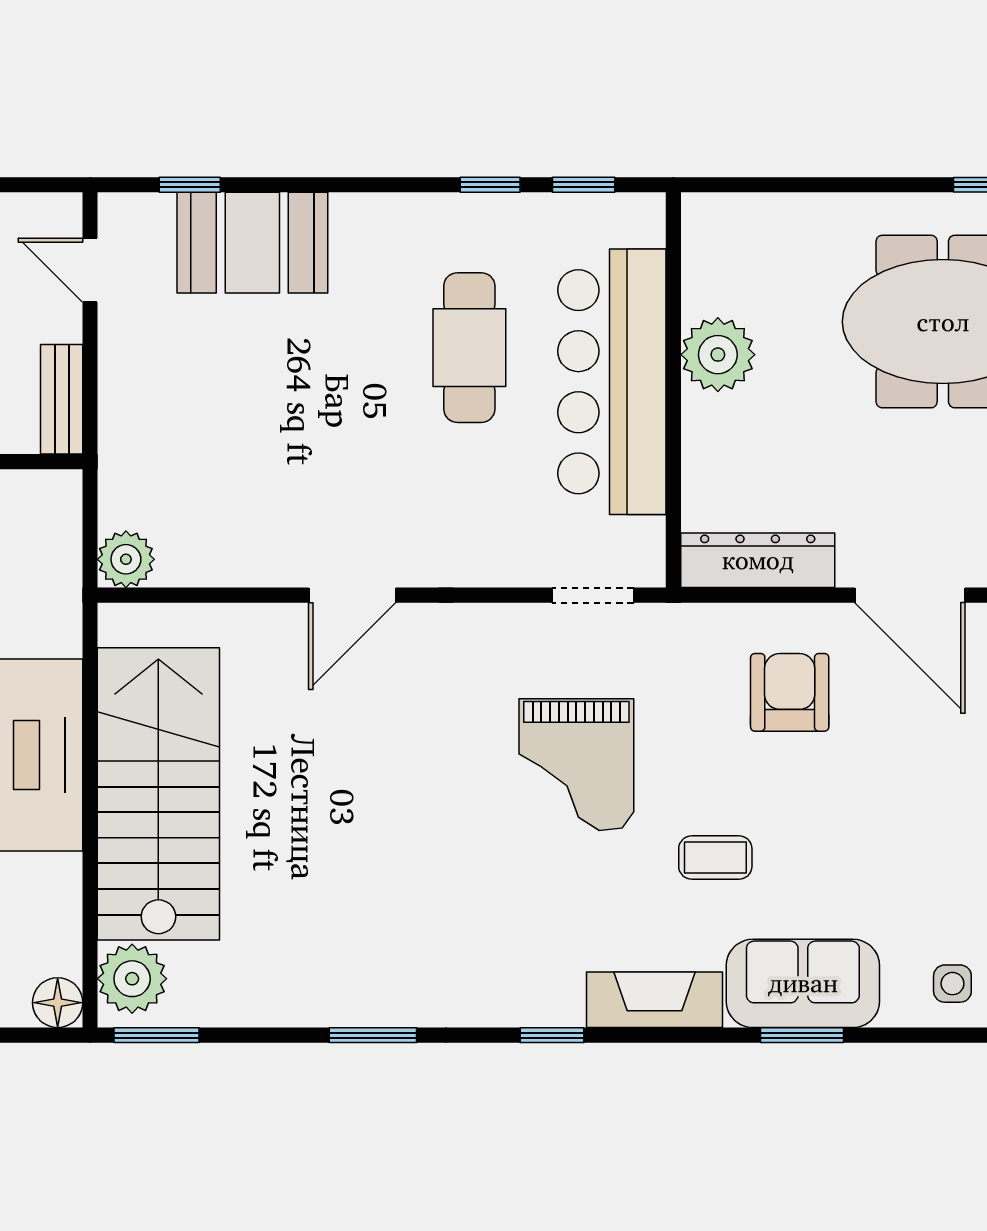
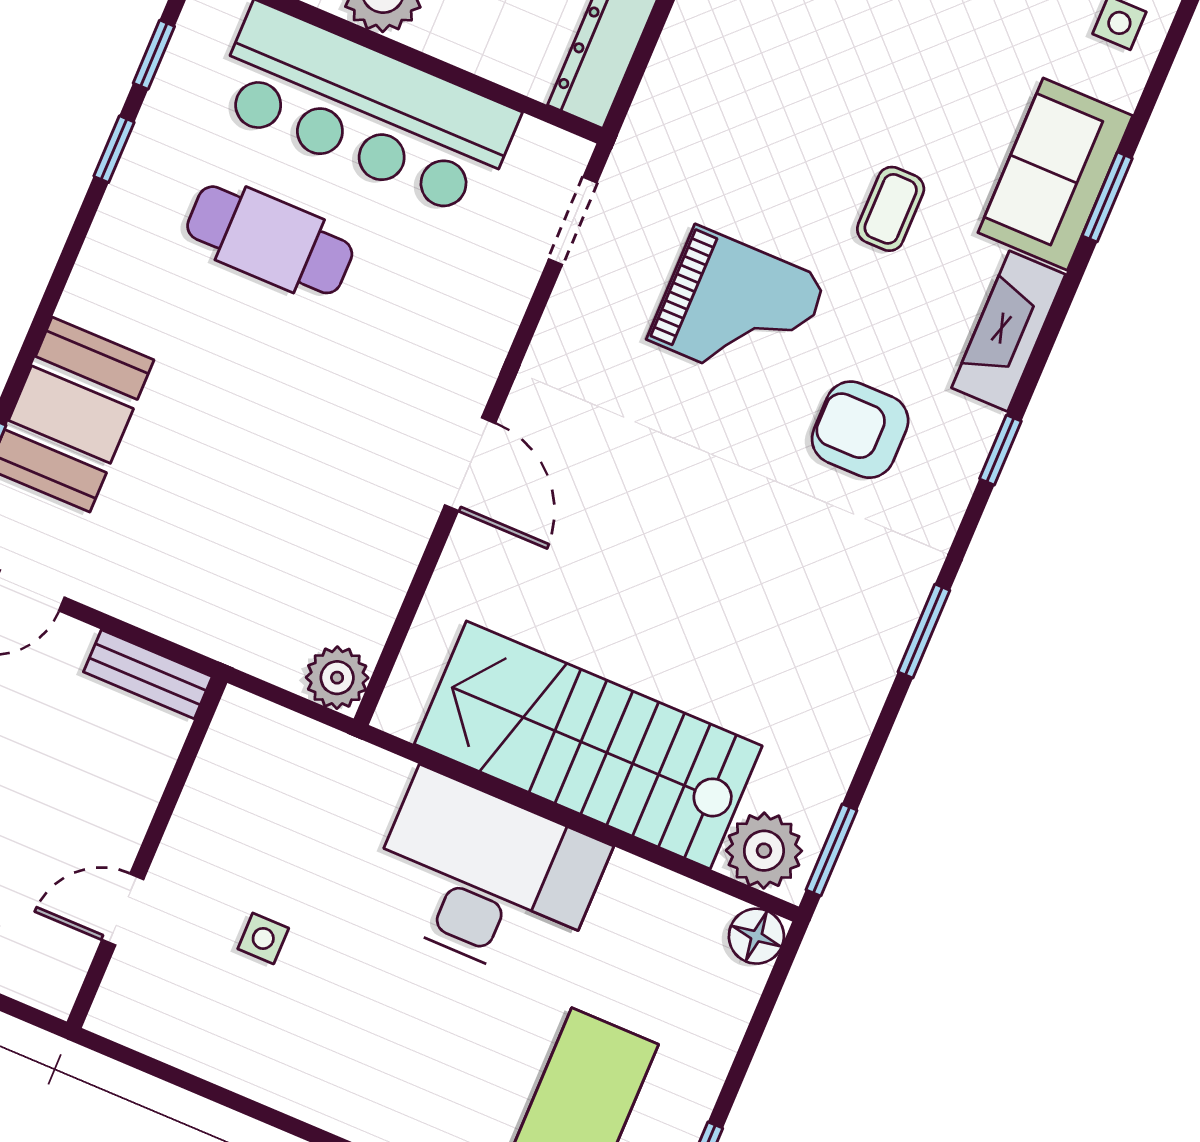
armchair: (790, 692) -> (860, 430), moved

